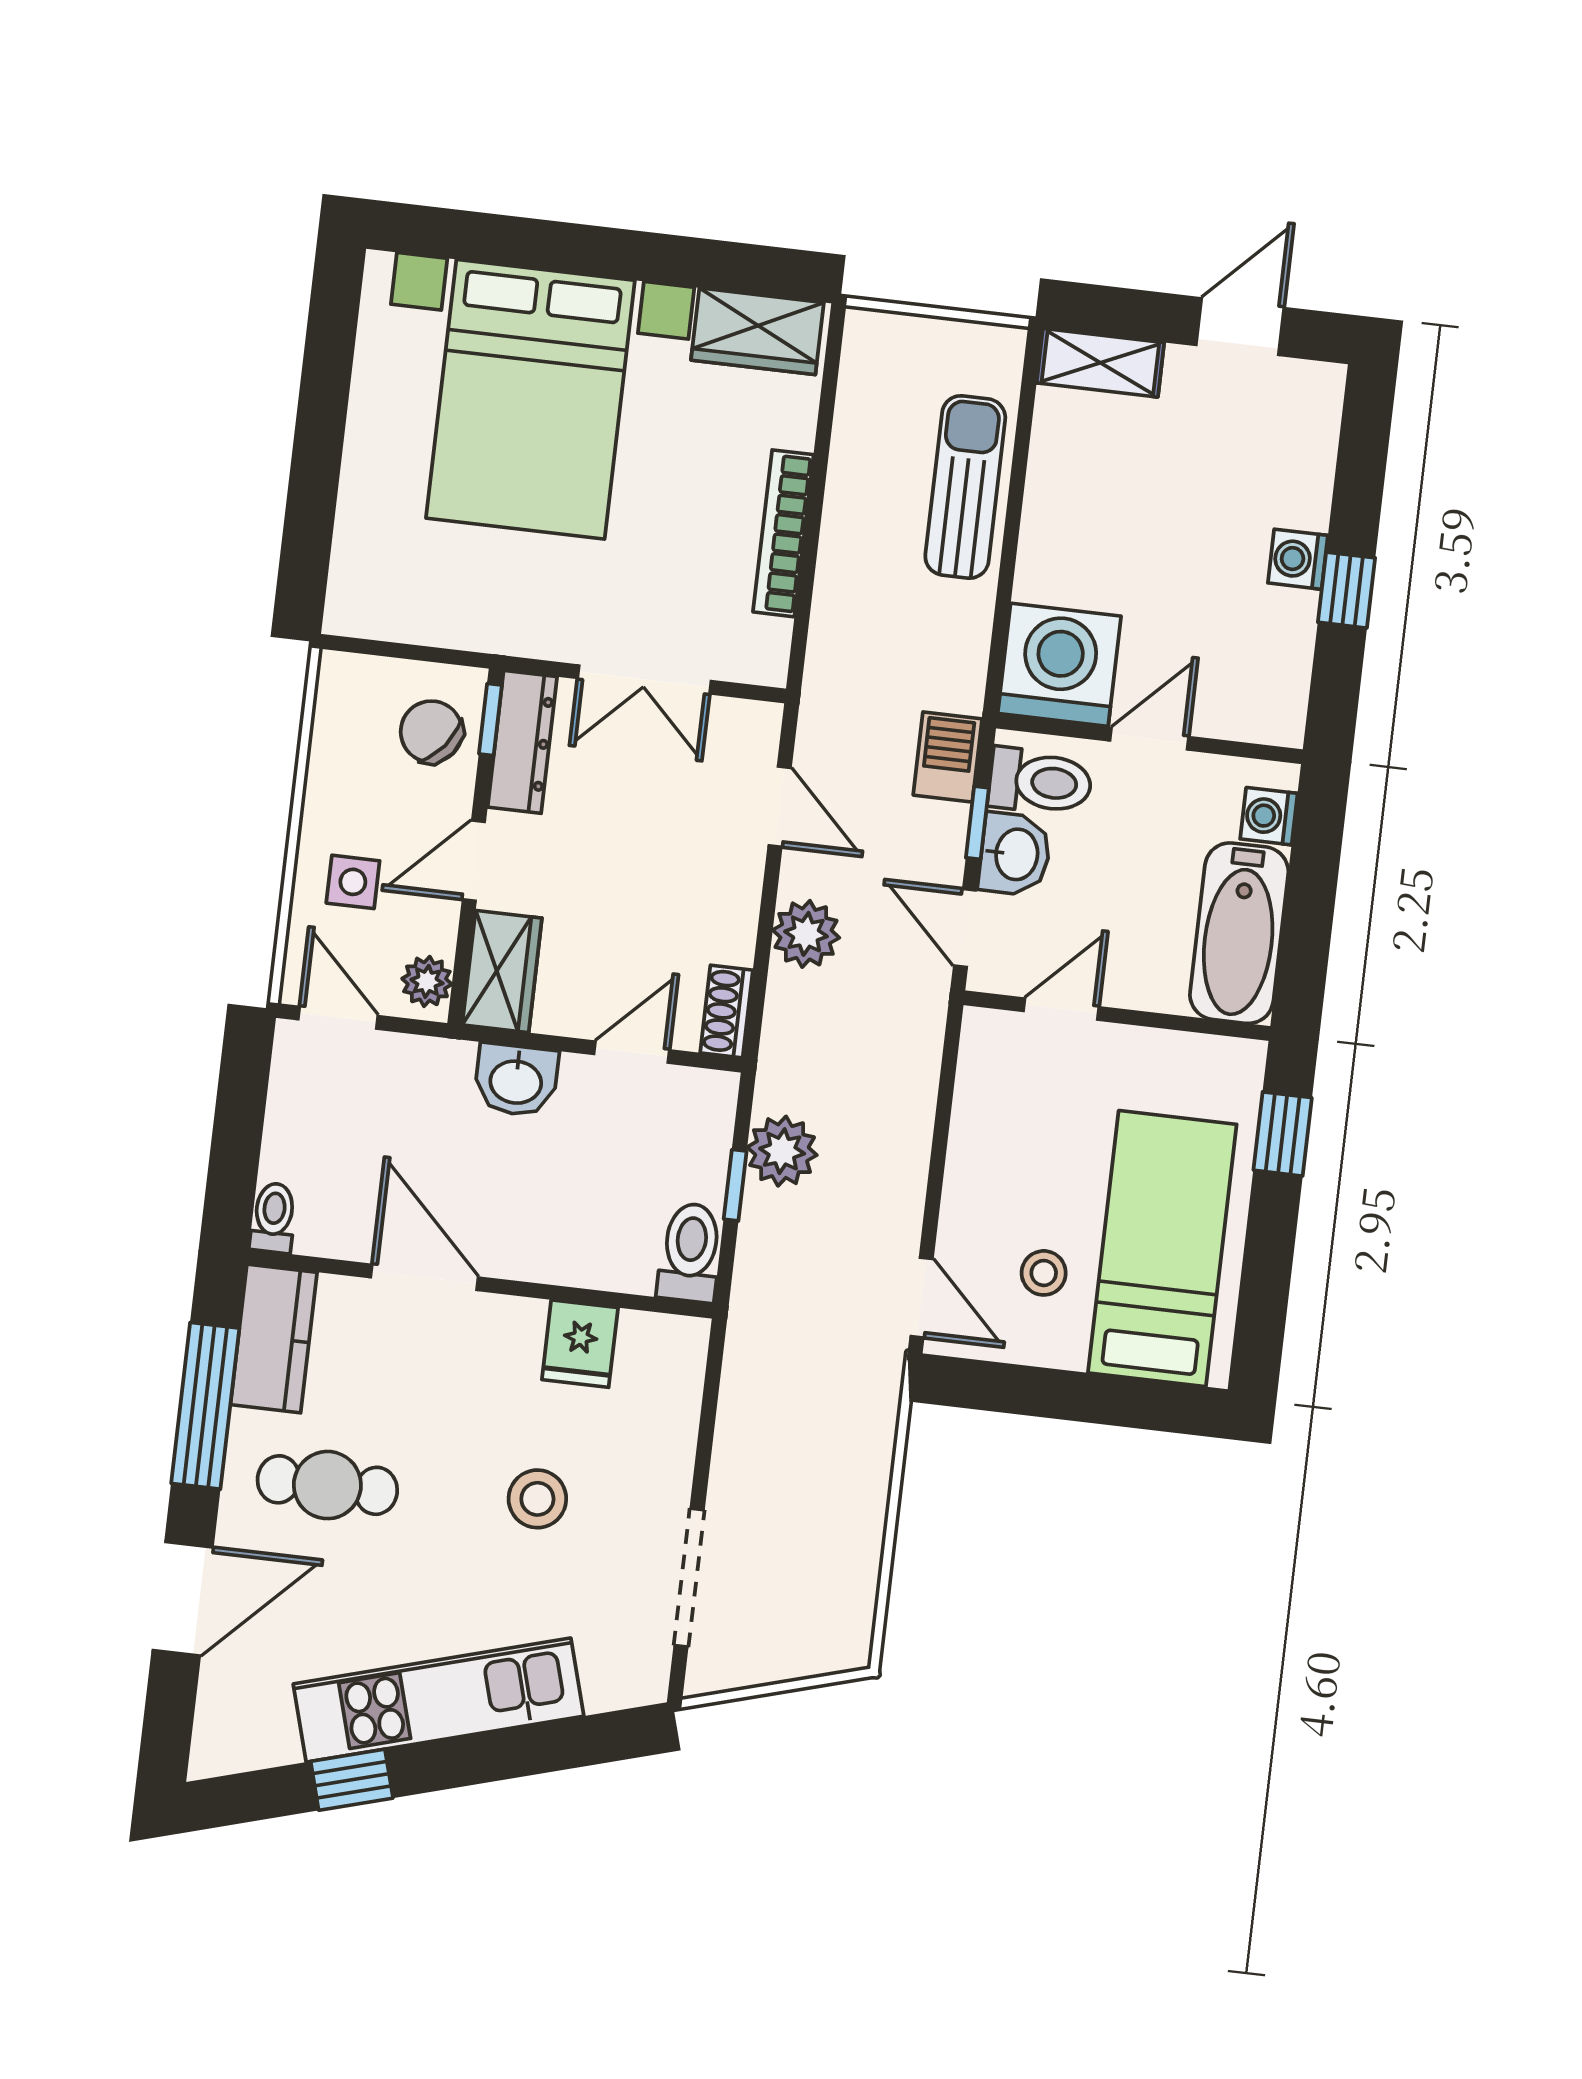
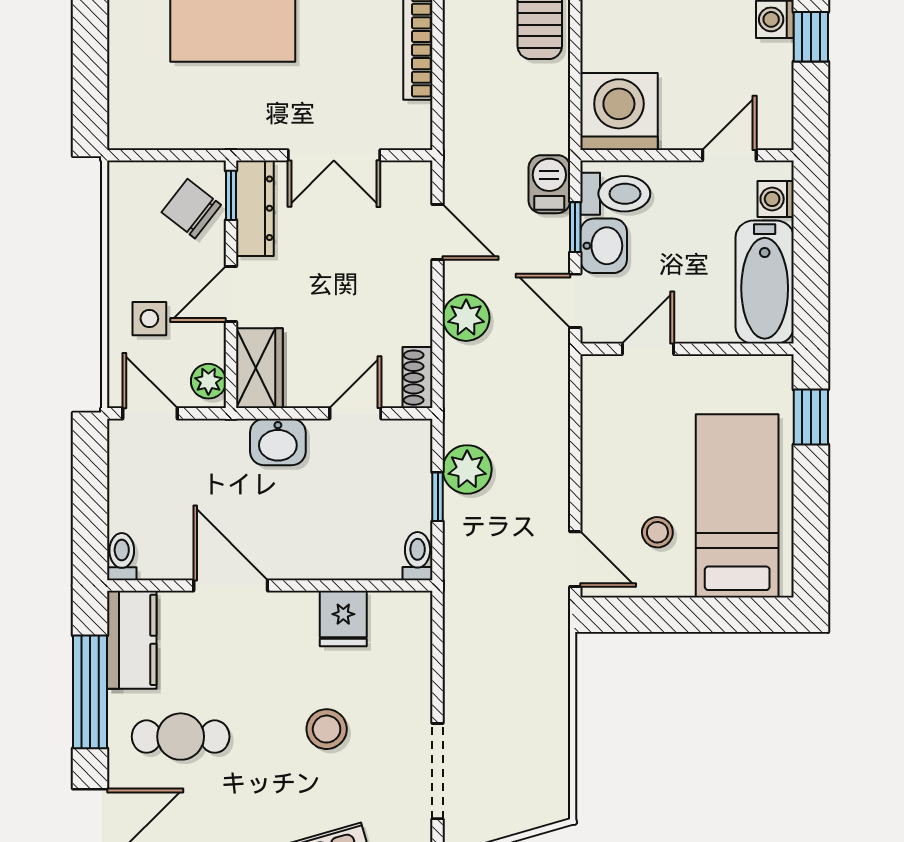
door: (1149, 739) -> (729, 155), moved
toilet: (690, 1253) -> (418, 556), width x0.73, depth x0.72

